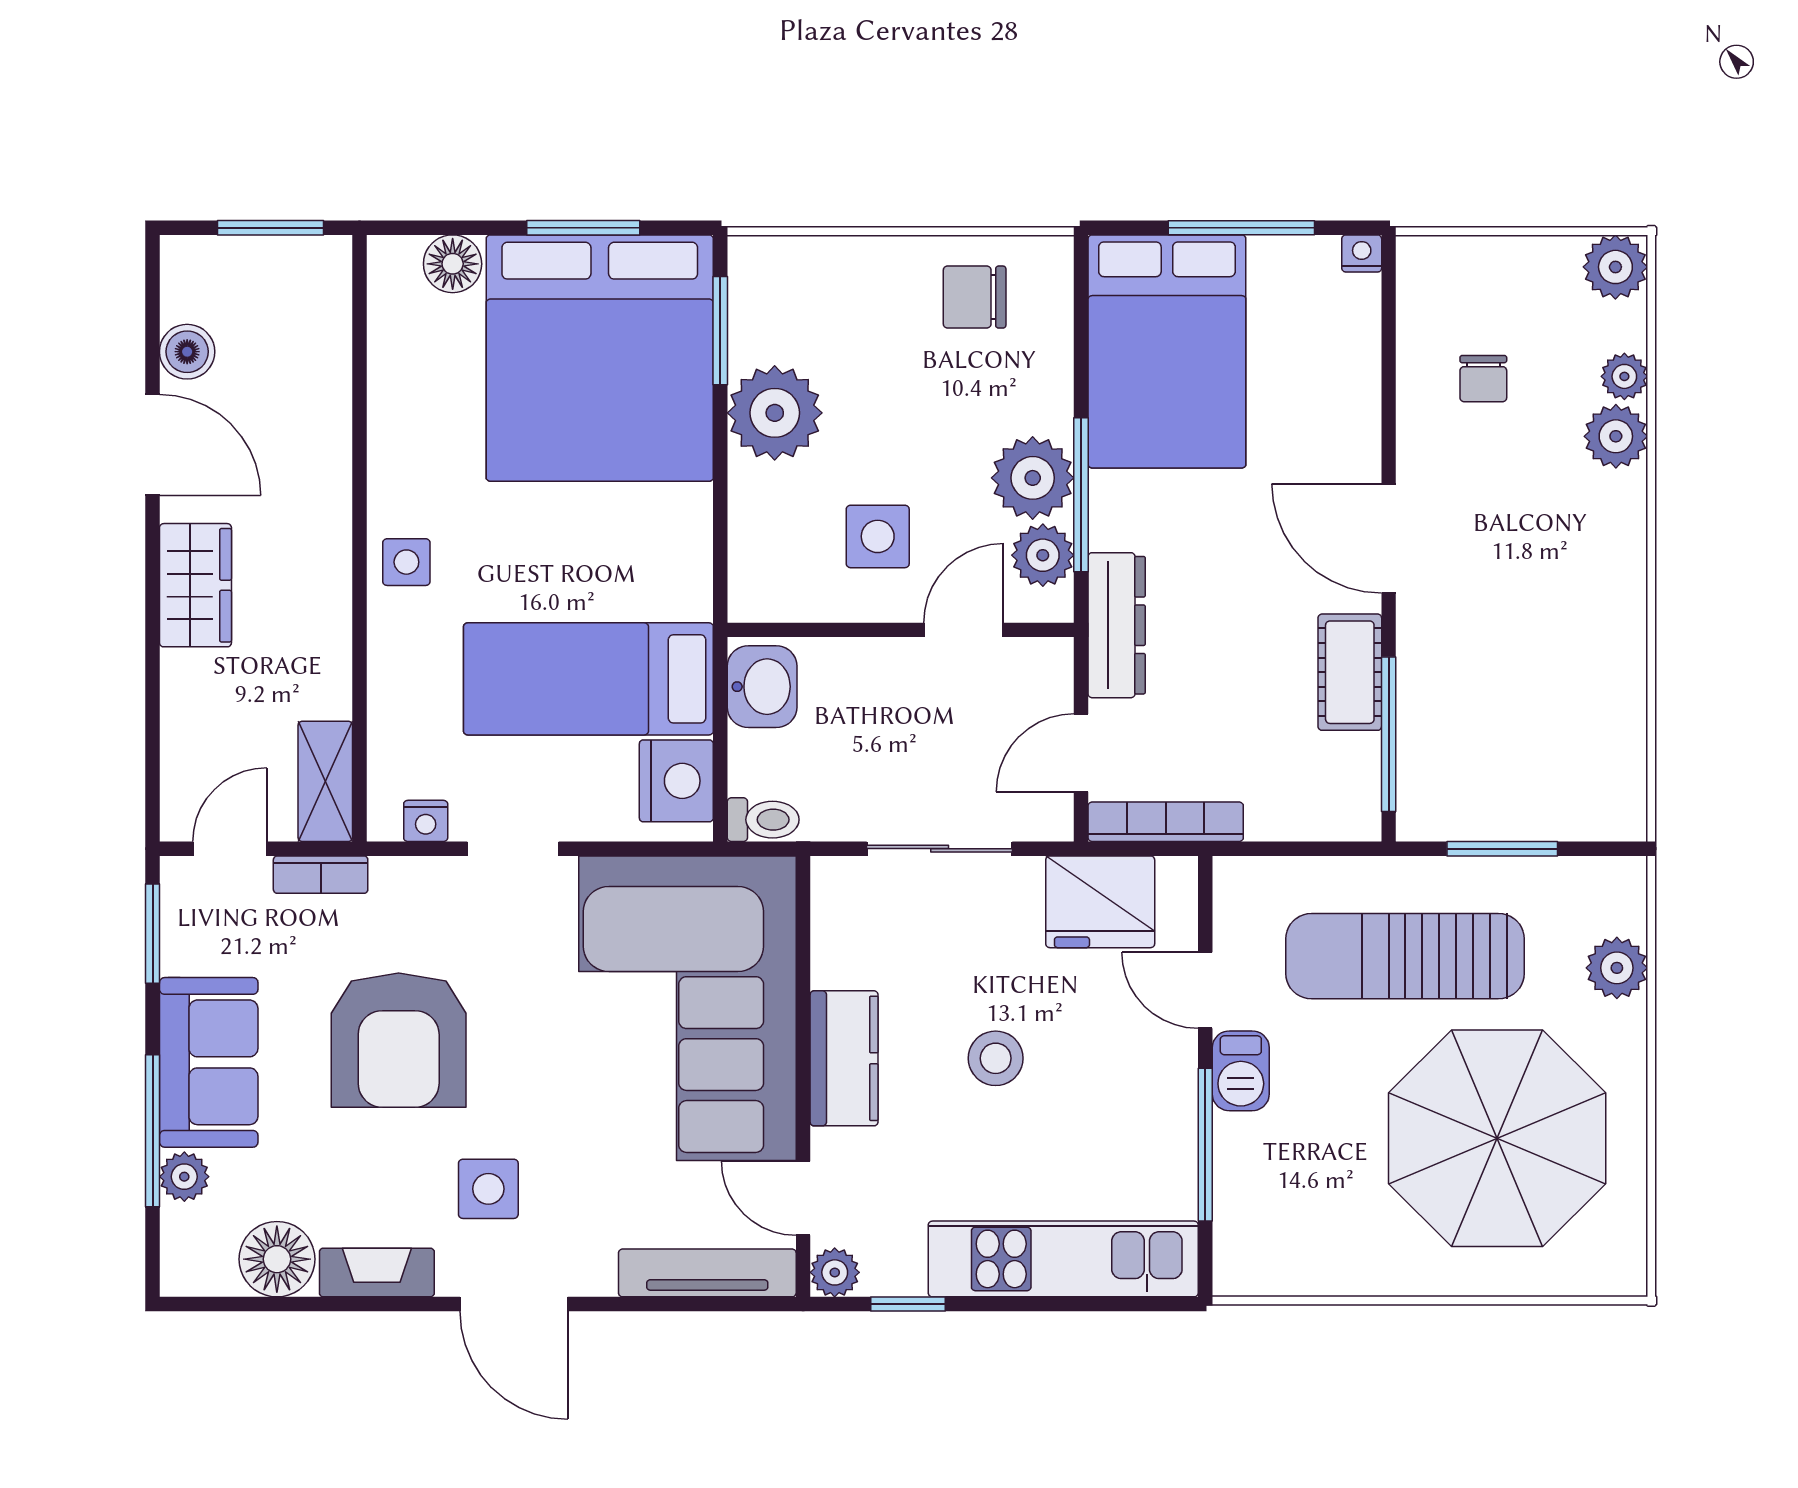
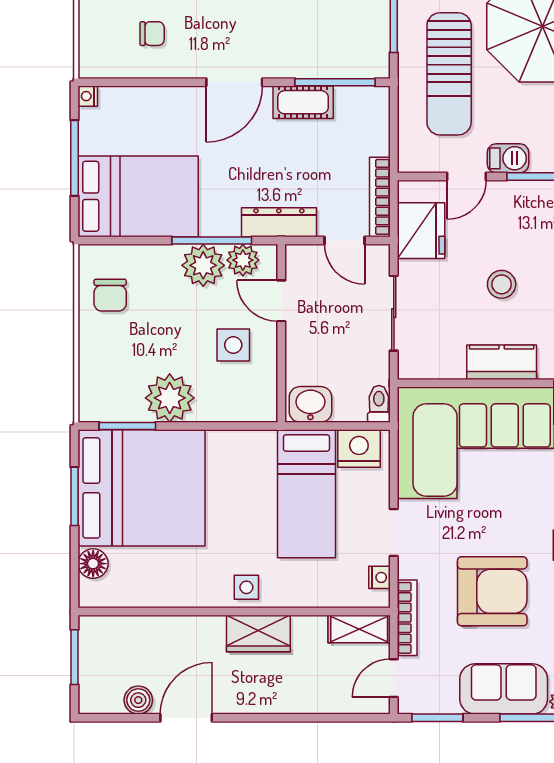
wardrobe: (195, 585) -> (258, 633), moved, turned 180
door: (230, 849) -> (394, 678), hinge flipped
bookcase: (321, 875) -> (407, 618), width x1.56

